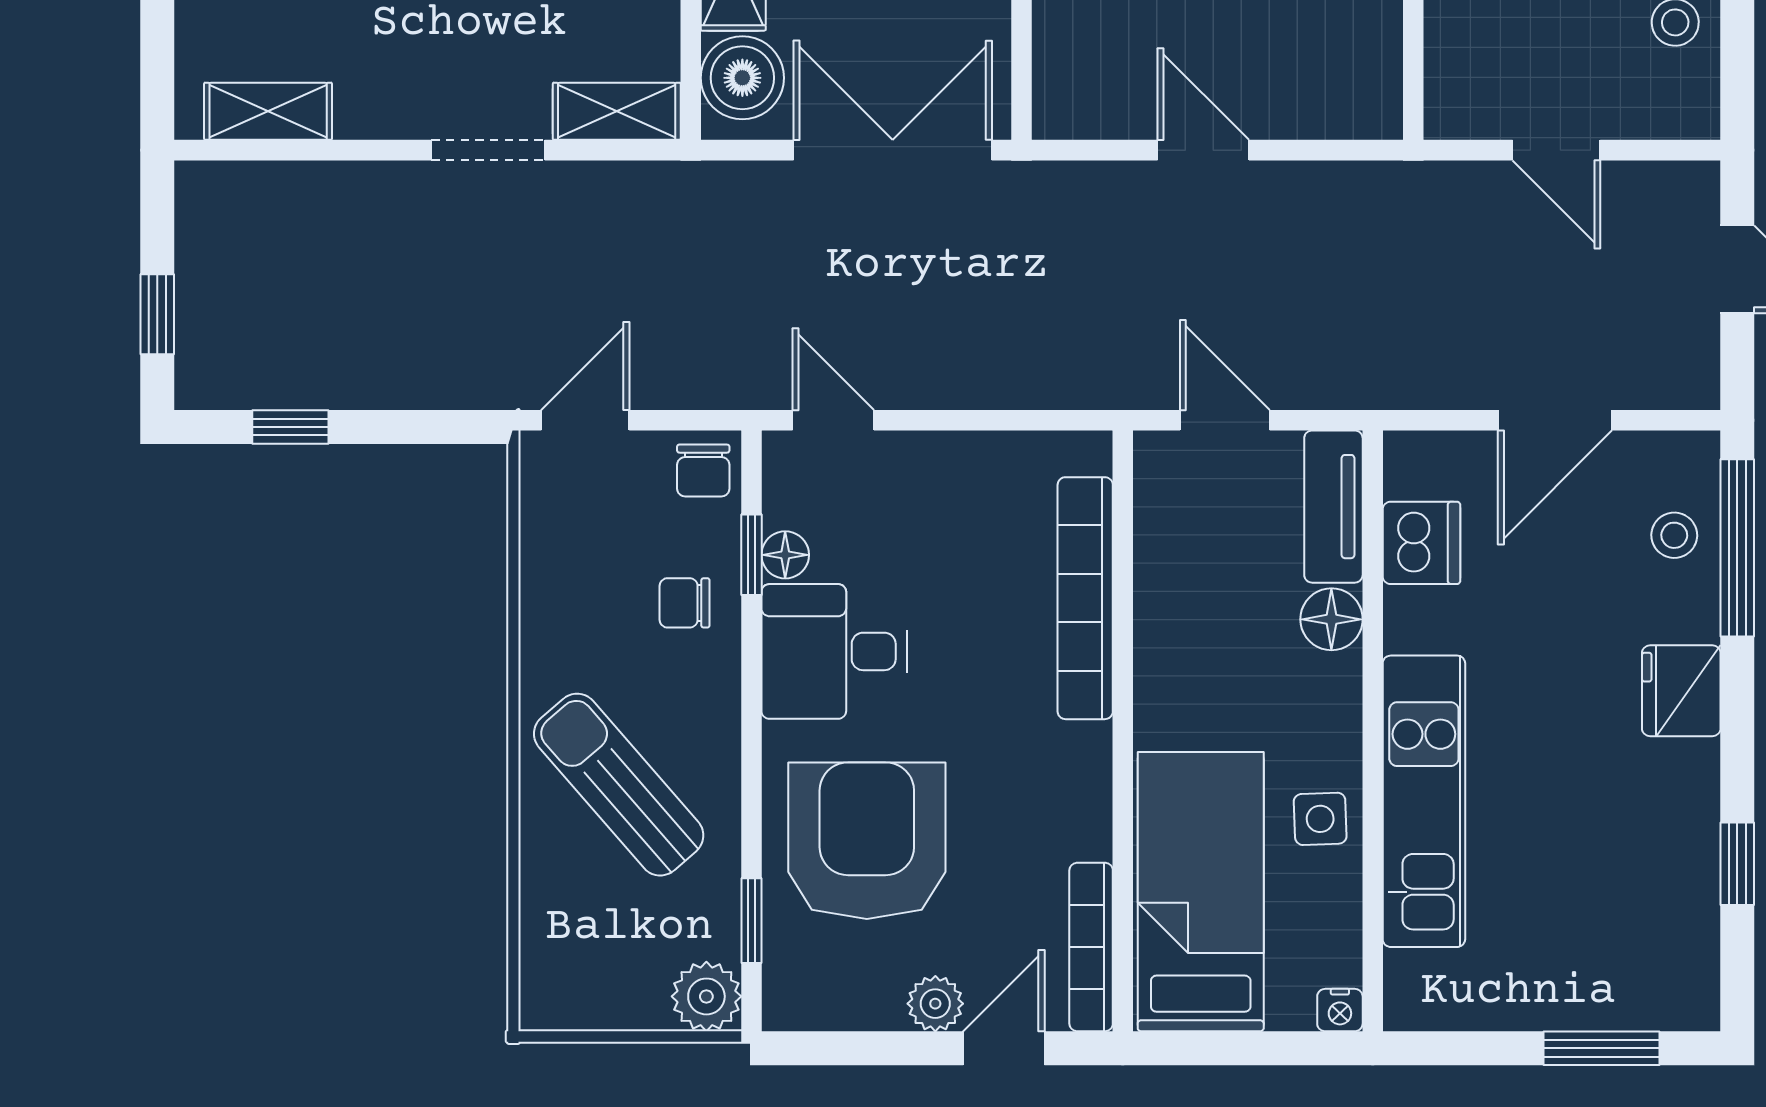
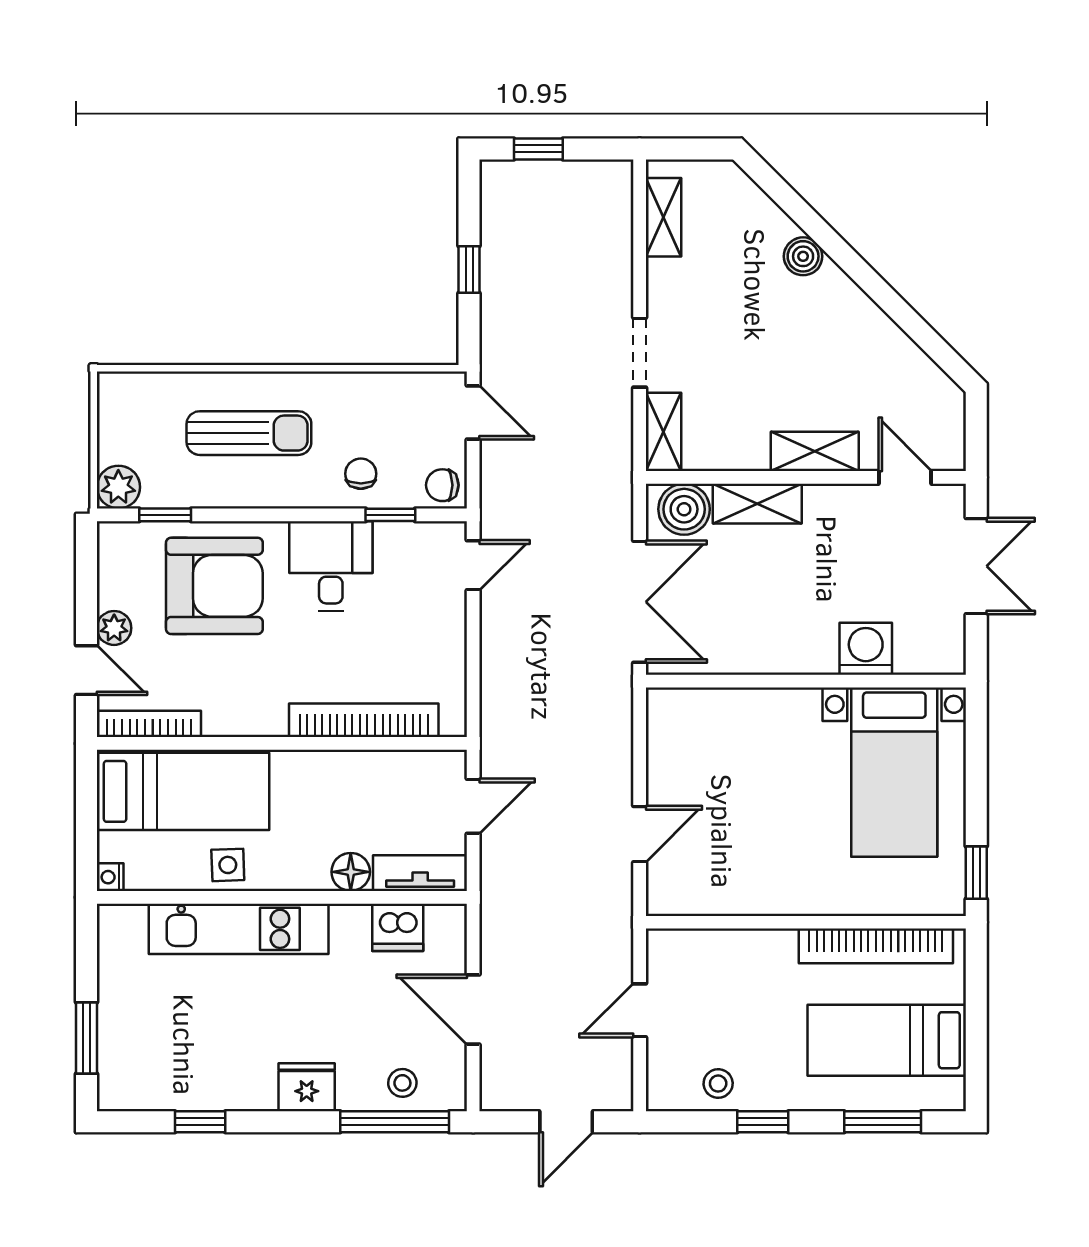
door: (1203, 150) -> (640, 834), moved
window: (290, 427) -> (469, 270), moved
floor lamp: (785, 555) -> (390, 536), removed
sun lounger: (619, 785) -> (249, 433), turned 41

